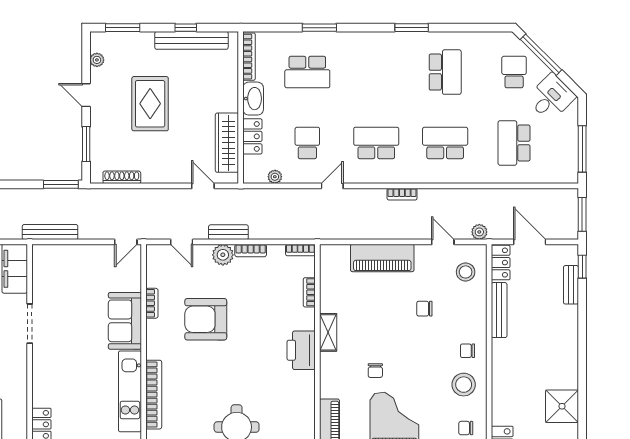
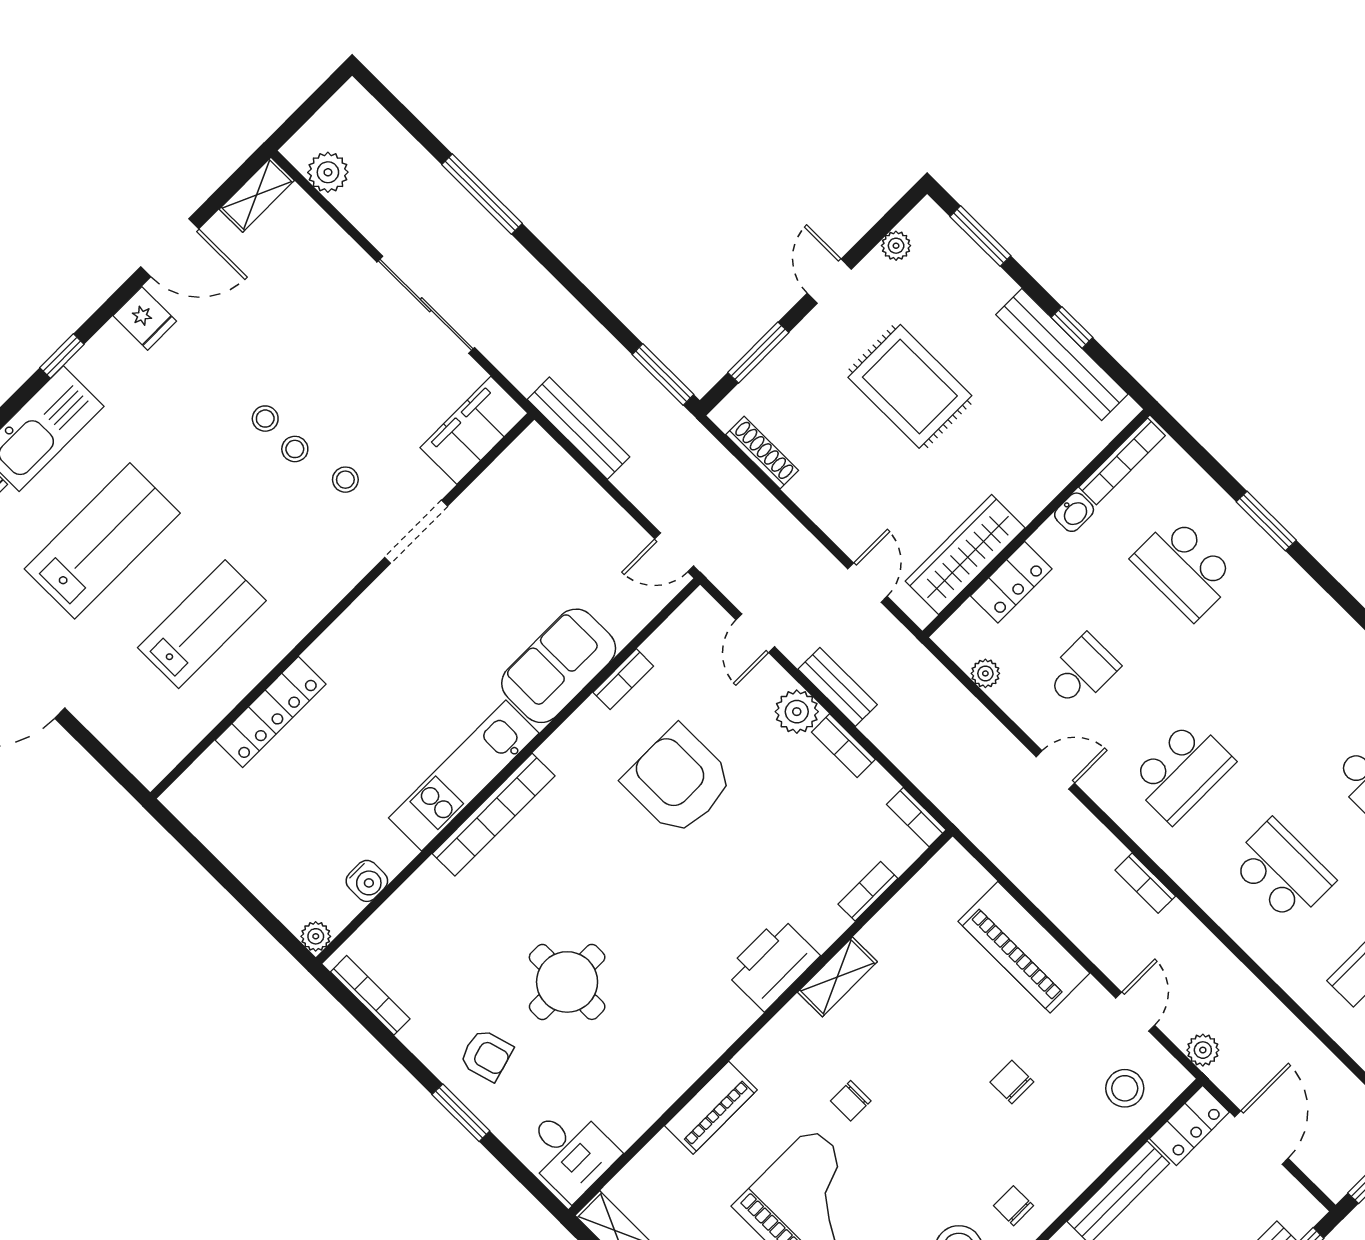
washbasin: (253, 99) -> (1074, 512), width x0.52, depth x0.69
rug: (150, 104) -> (910, 386), turned 90
school desk: (376, 143) -> (1182, 771), turned 90

